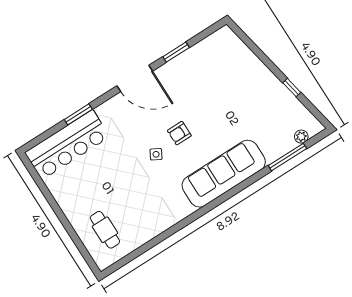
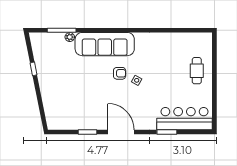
armchair: (179, 133) -> (120, 73), moved
plant: (301, 137) -> (70, 37), moved
cafe table: (105, 230) -> (197, 71), moved

